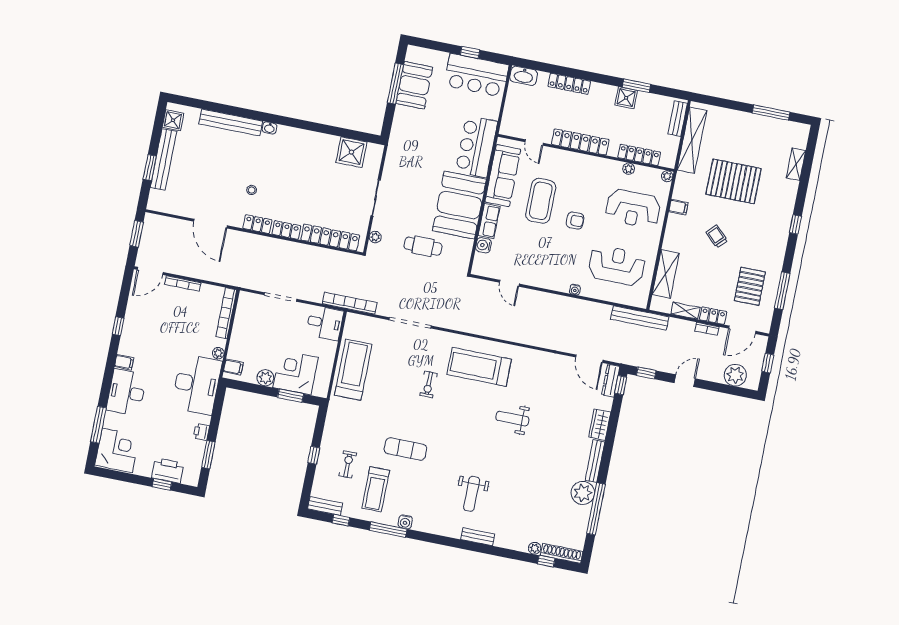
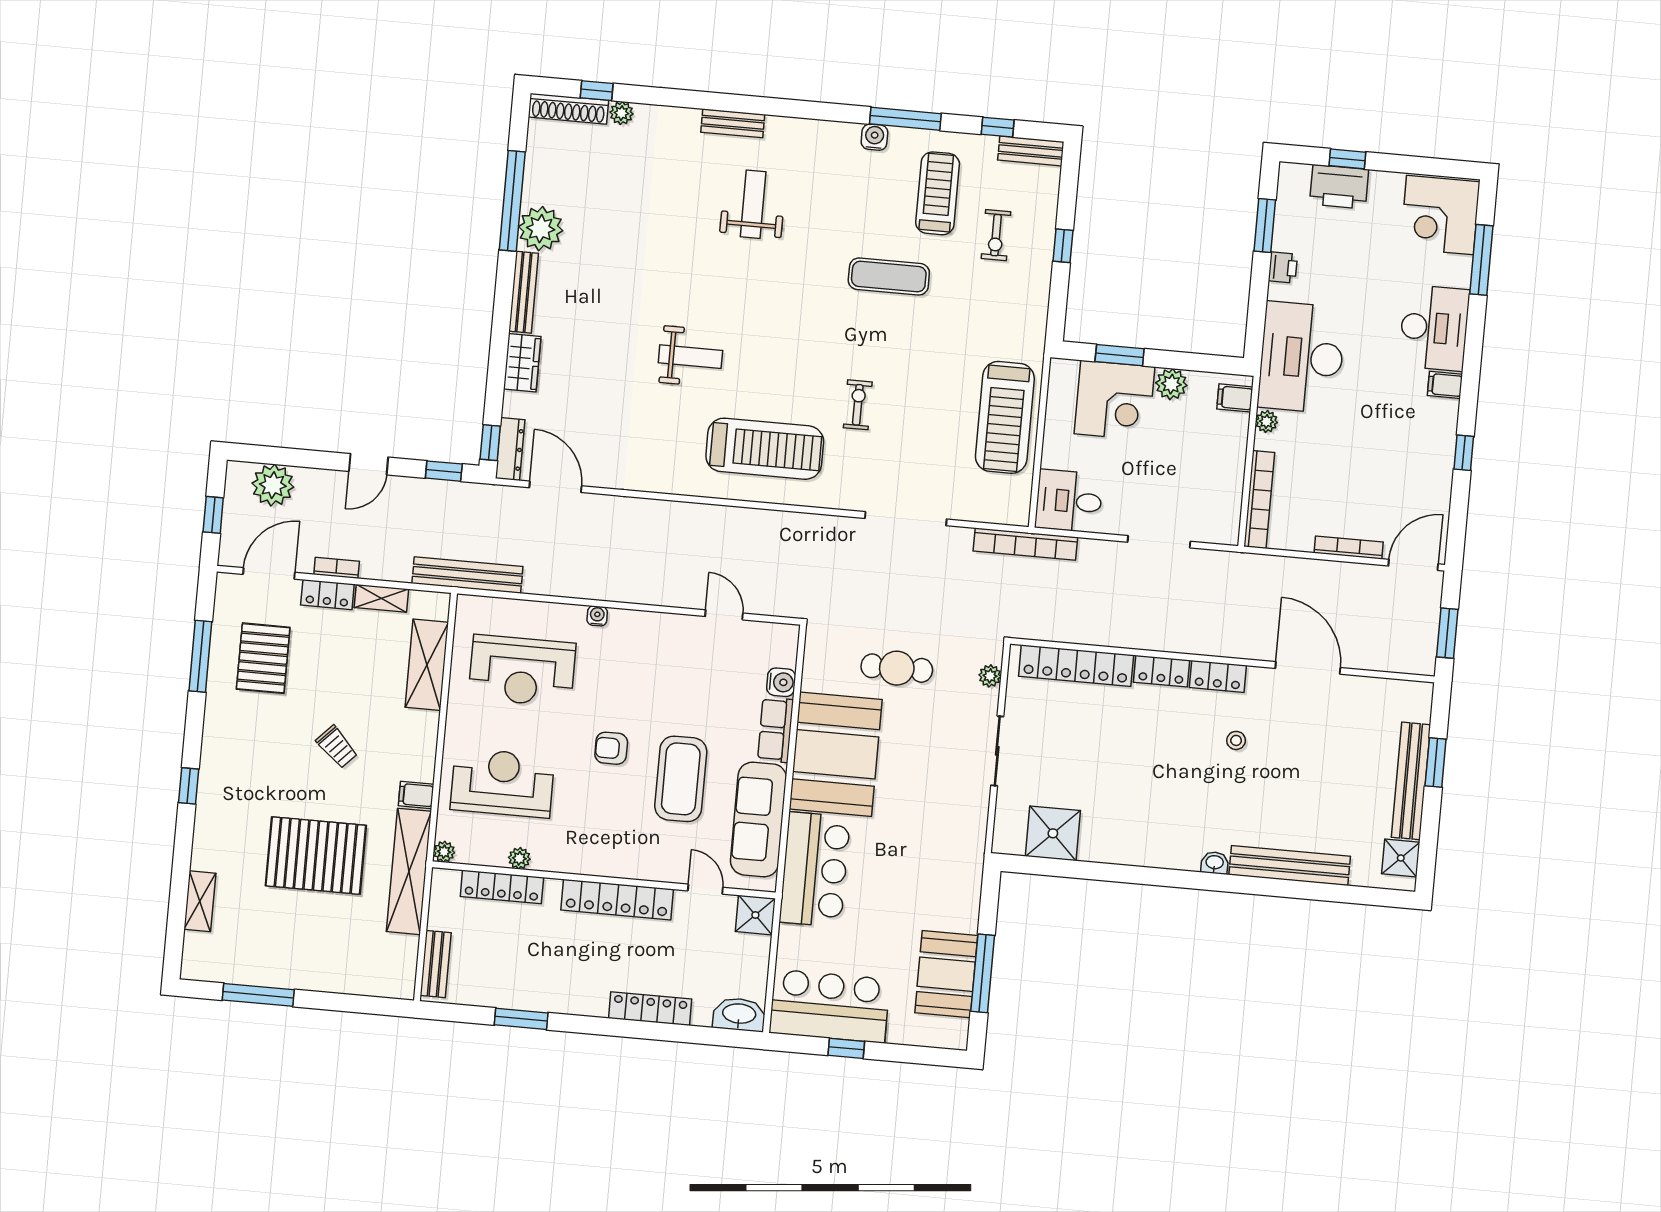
shower: (626, 98) -> (755, 915), moved
shelving: (692, 140) -> (409, 871), moved

